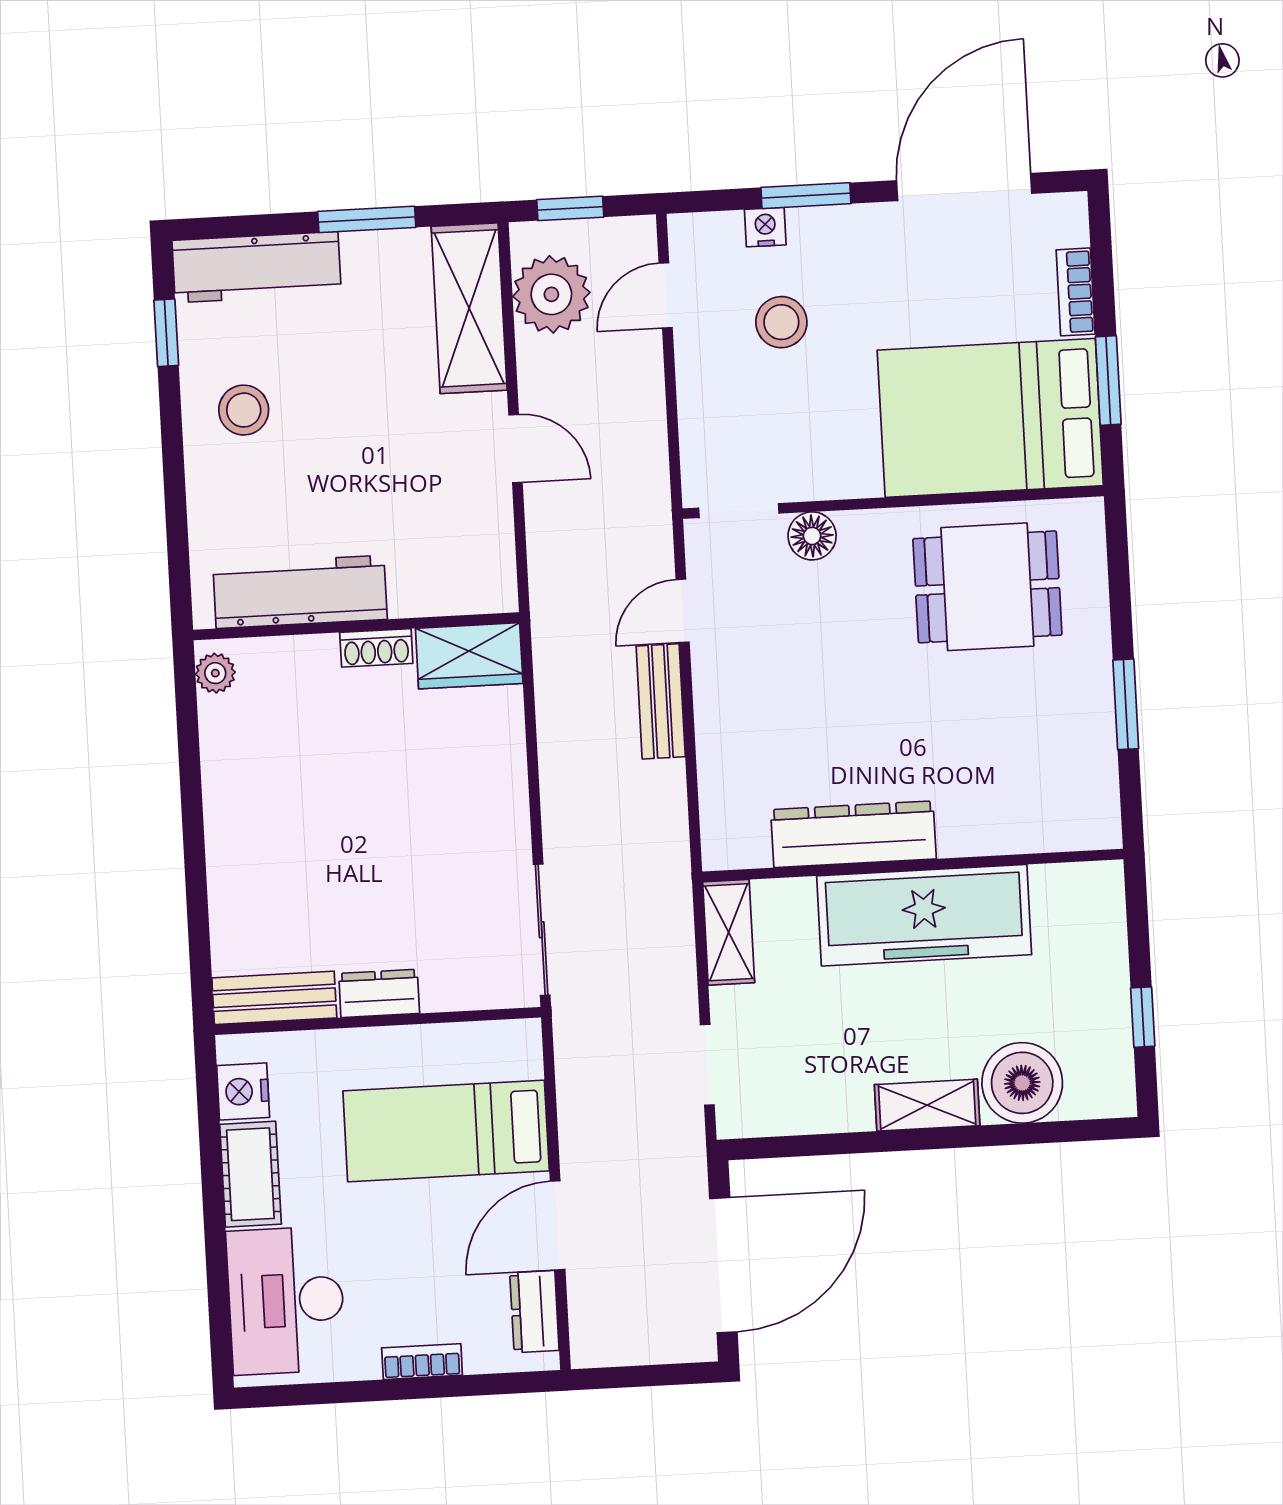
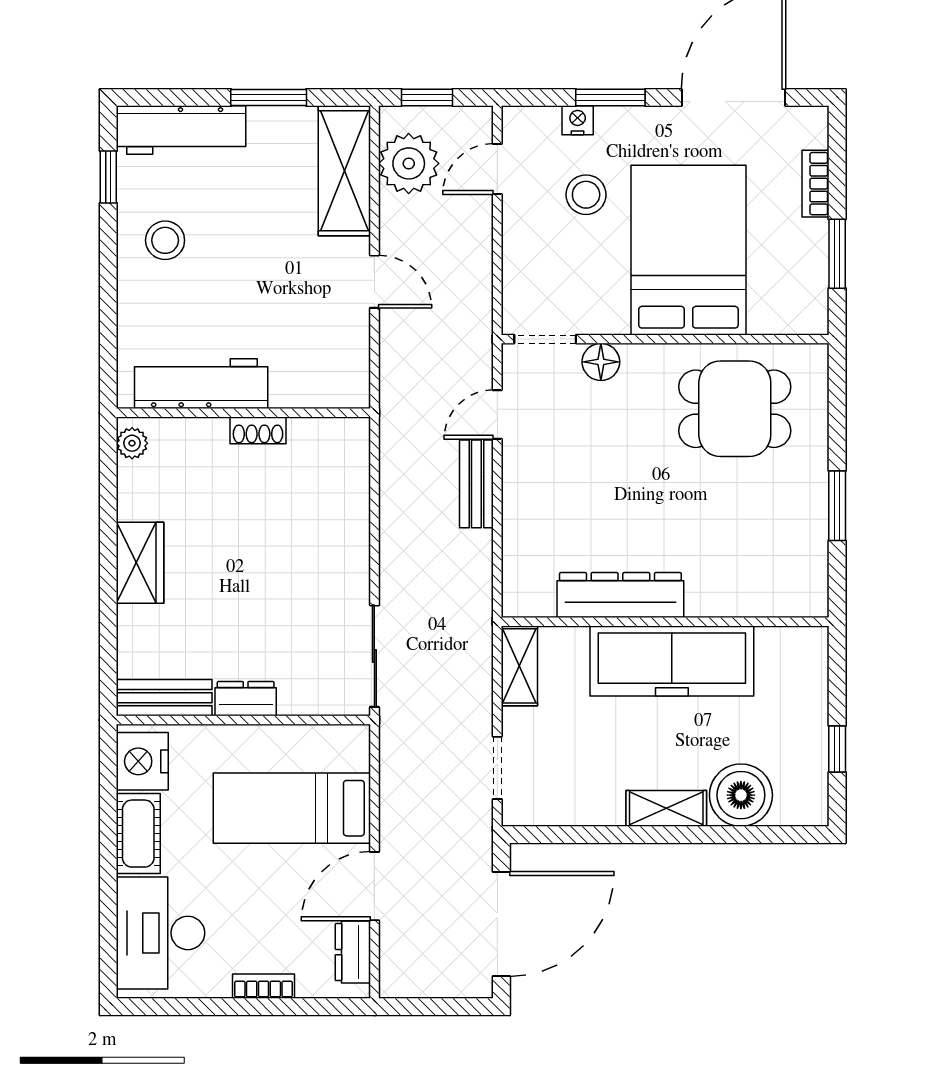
bed: (990, 418) -> (688, 250), moved, turned 90
wardrobe: (469, 656) -> (140, 563), moved, turned -90
nightstand: (243, 1091) -> (142, 761), width x1.36, depth x1.33

